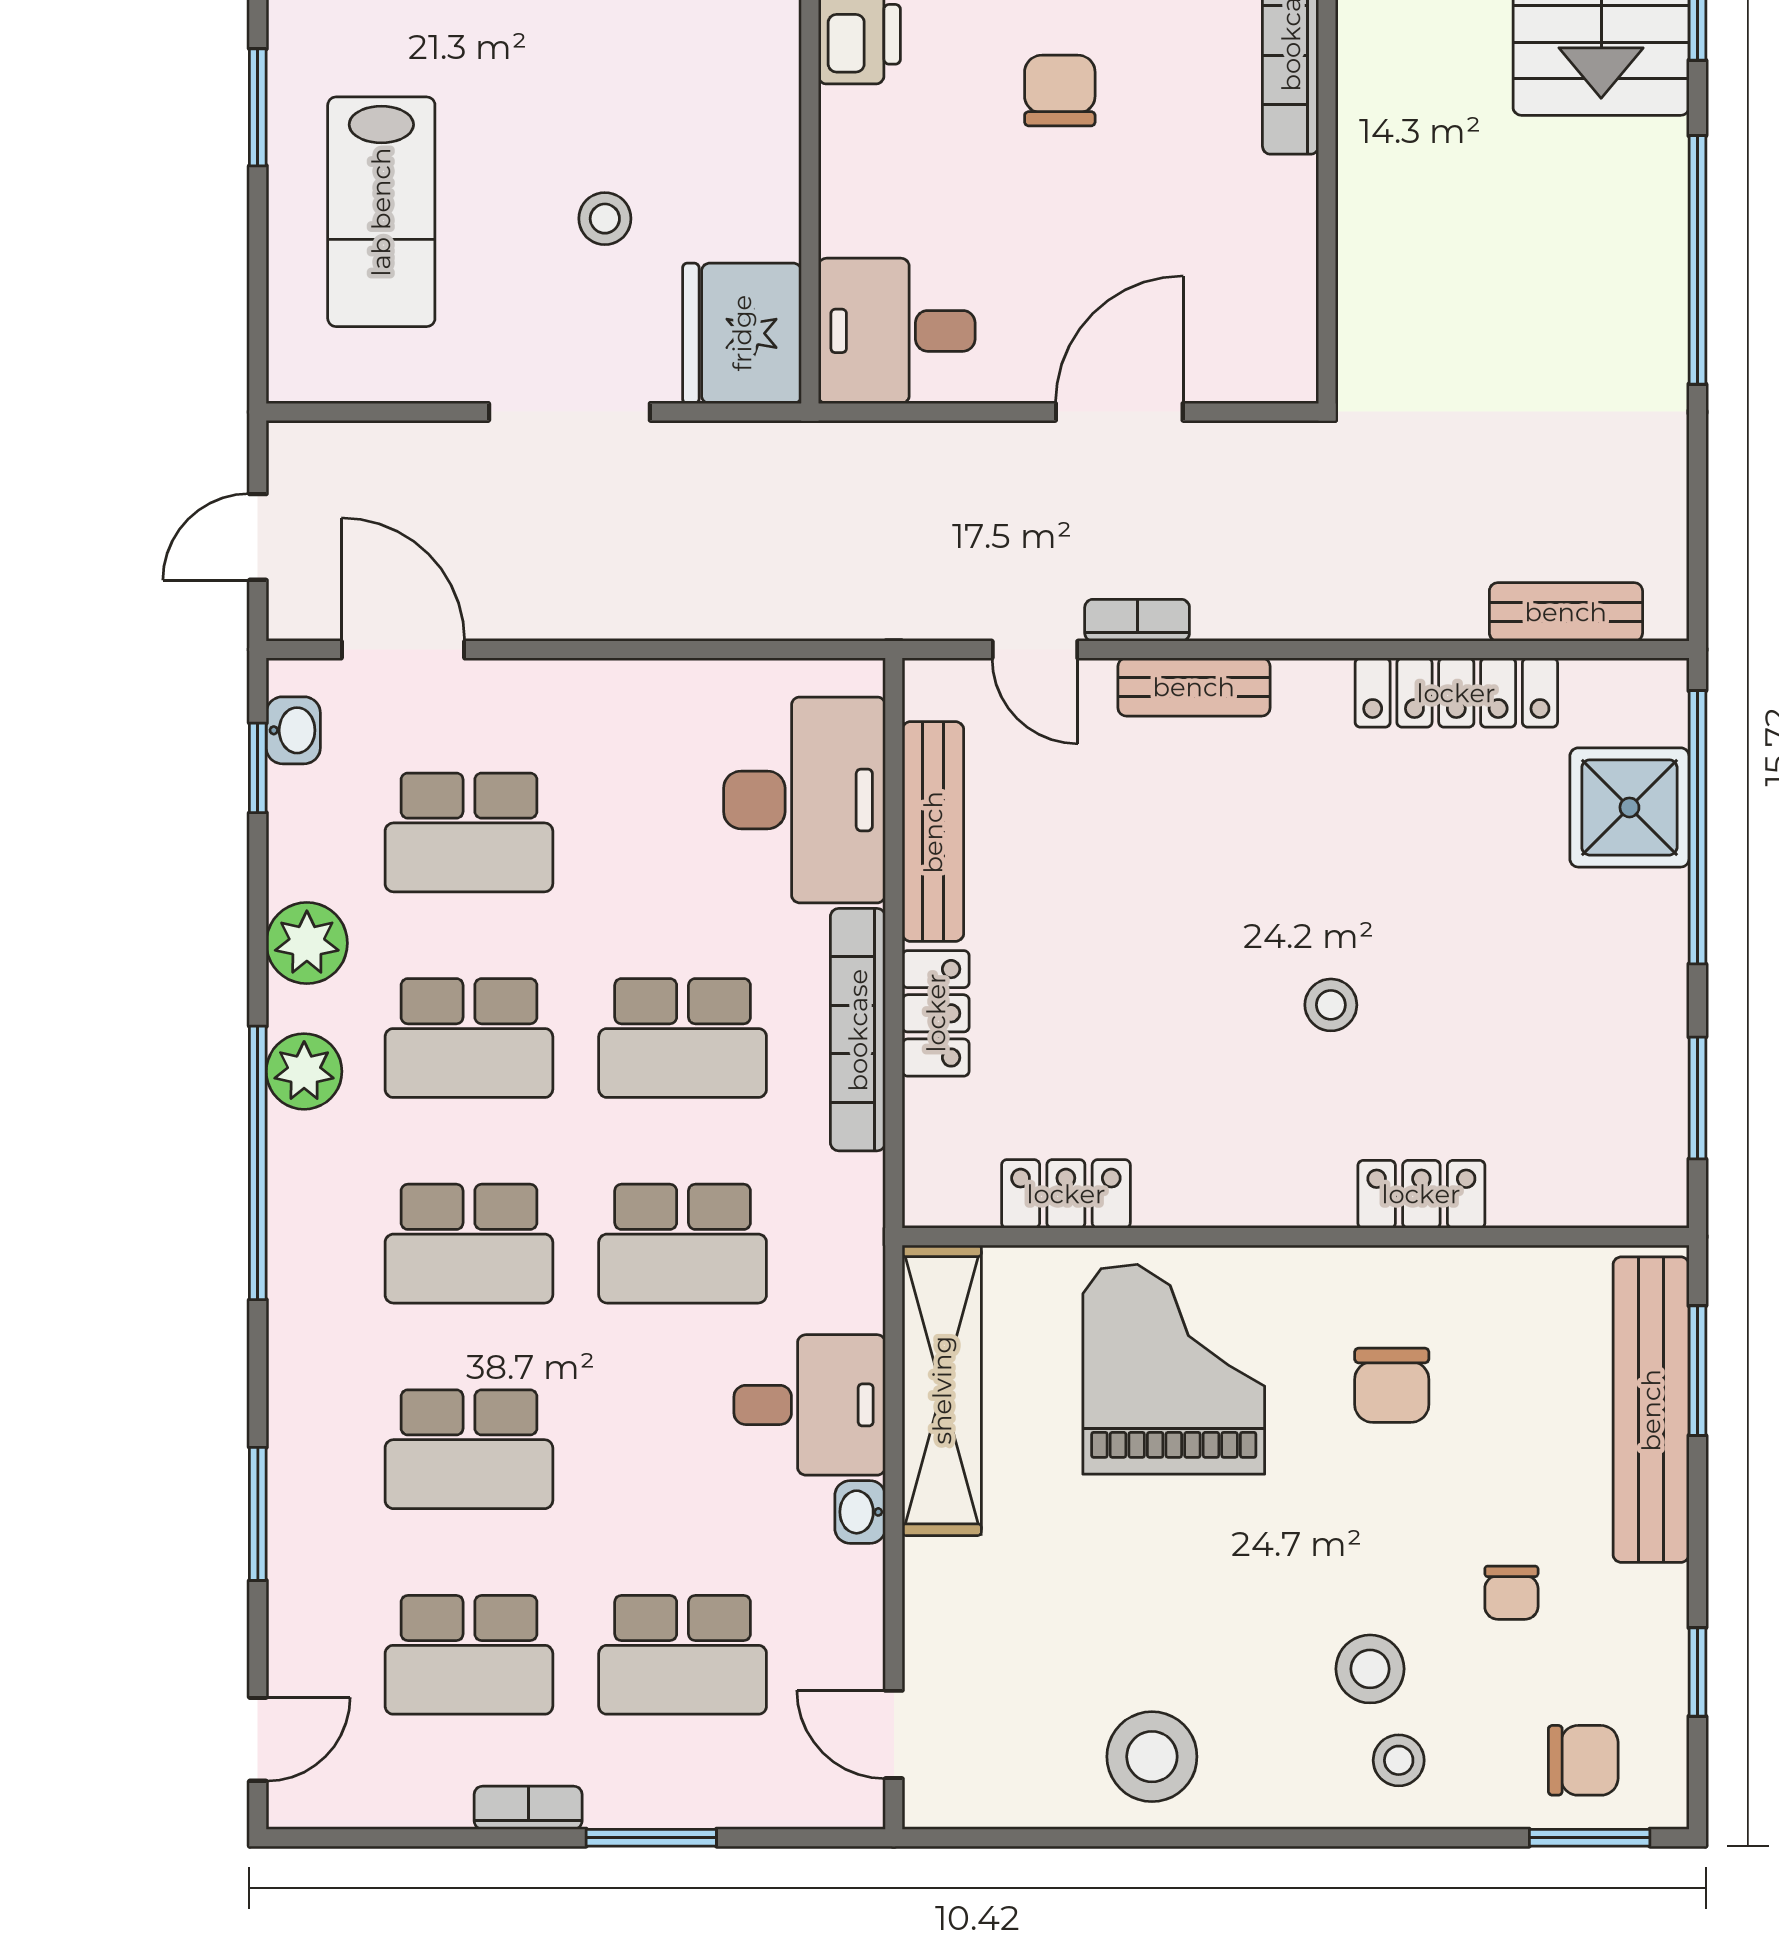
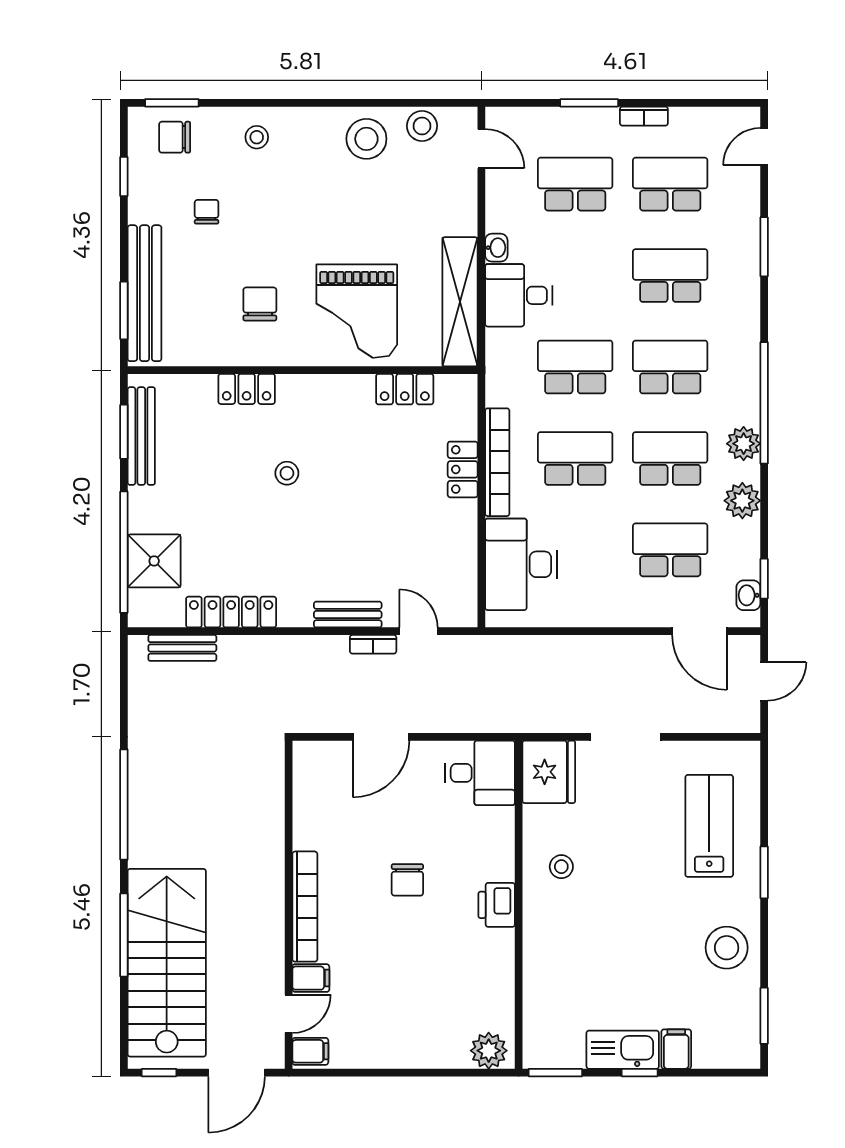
stool: (605, 219) -> (561, 867), moved
bench: (933, 832) -> (141, 436), moved
stool: (1370, 1669) -> (422, 126), moved

